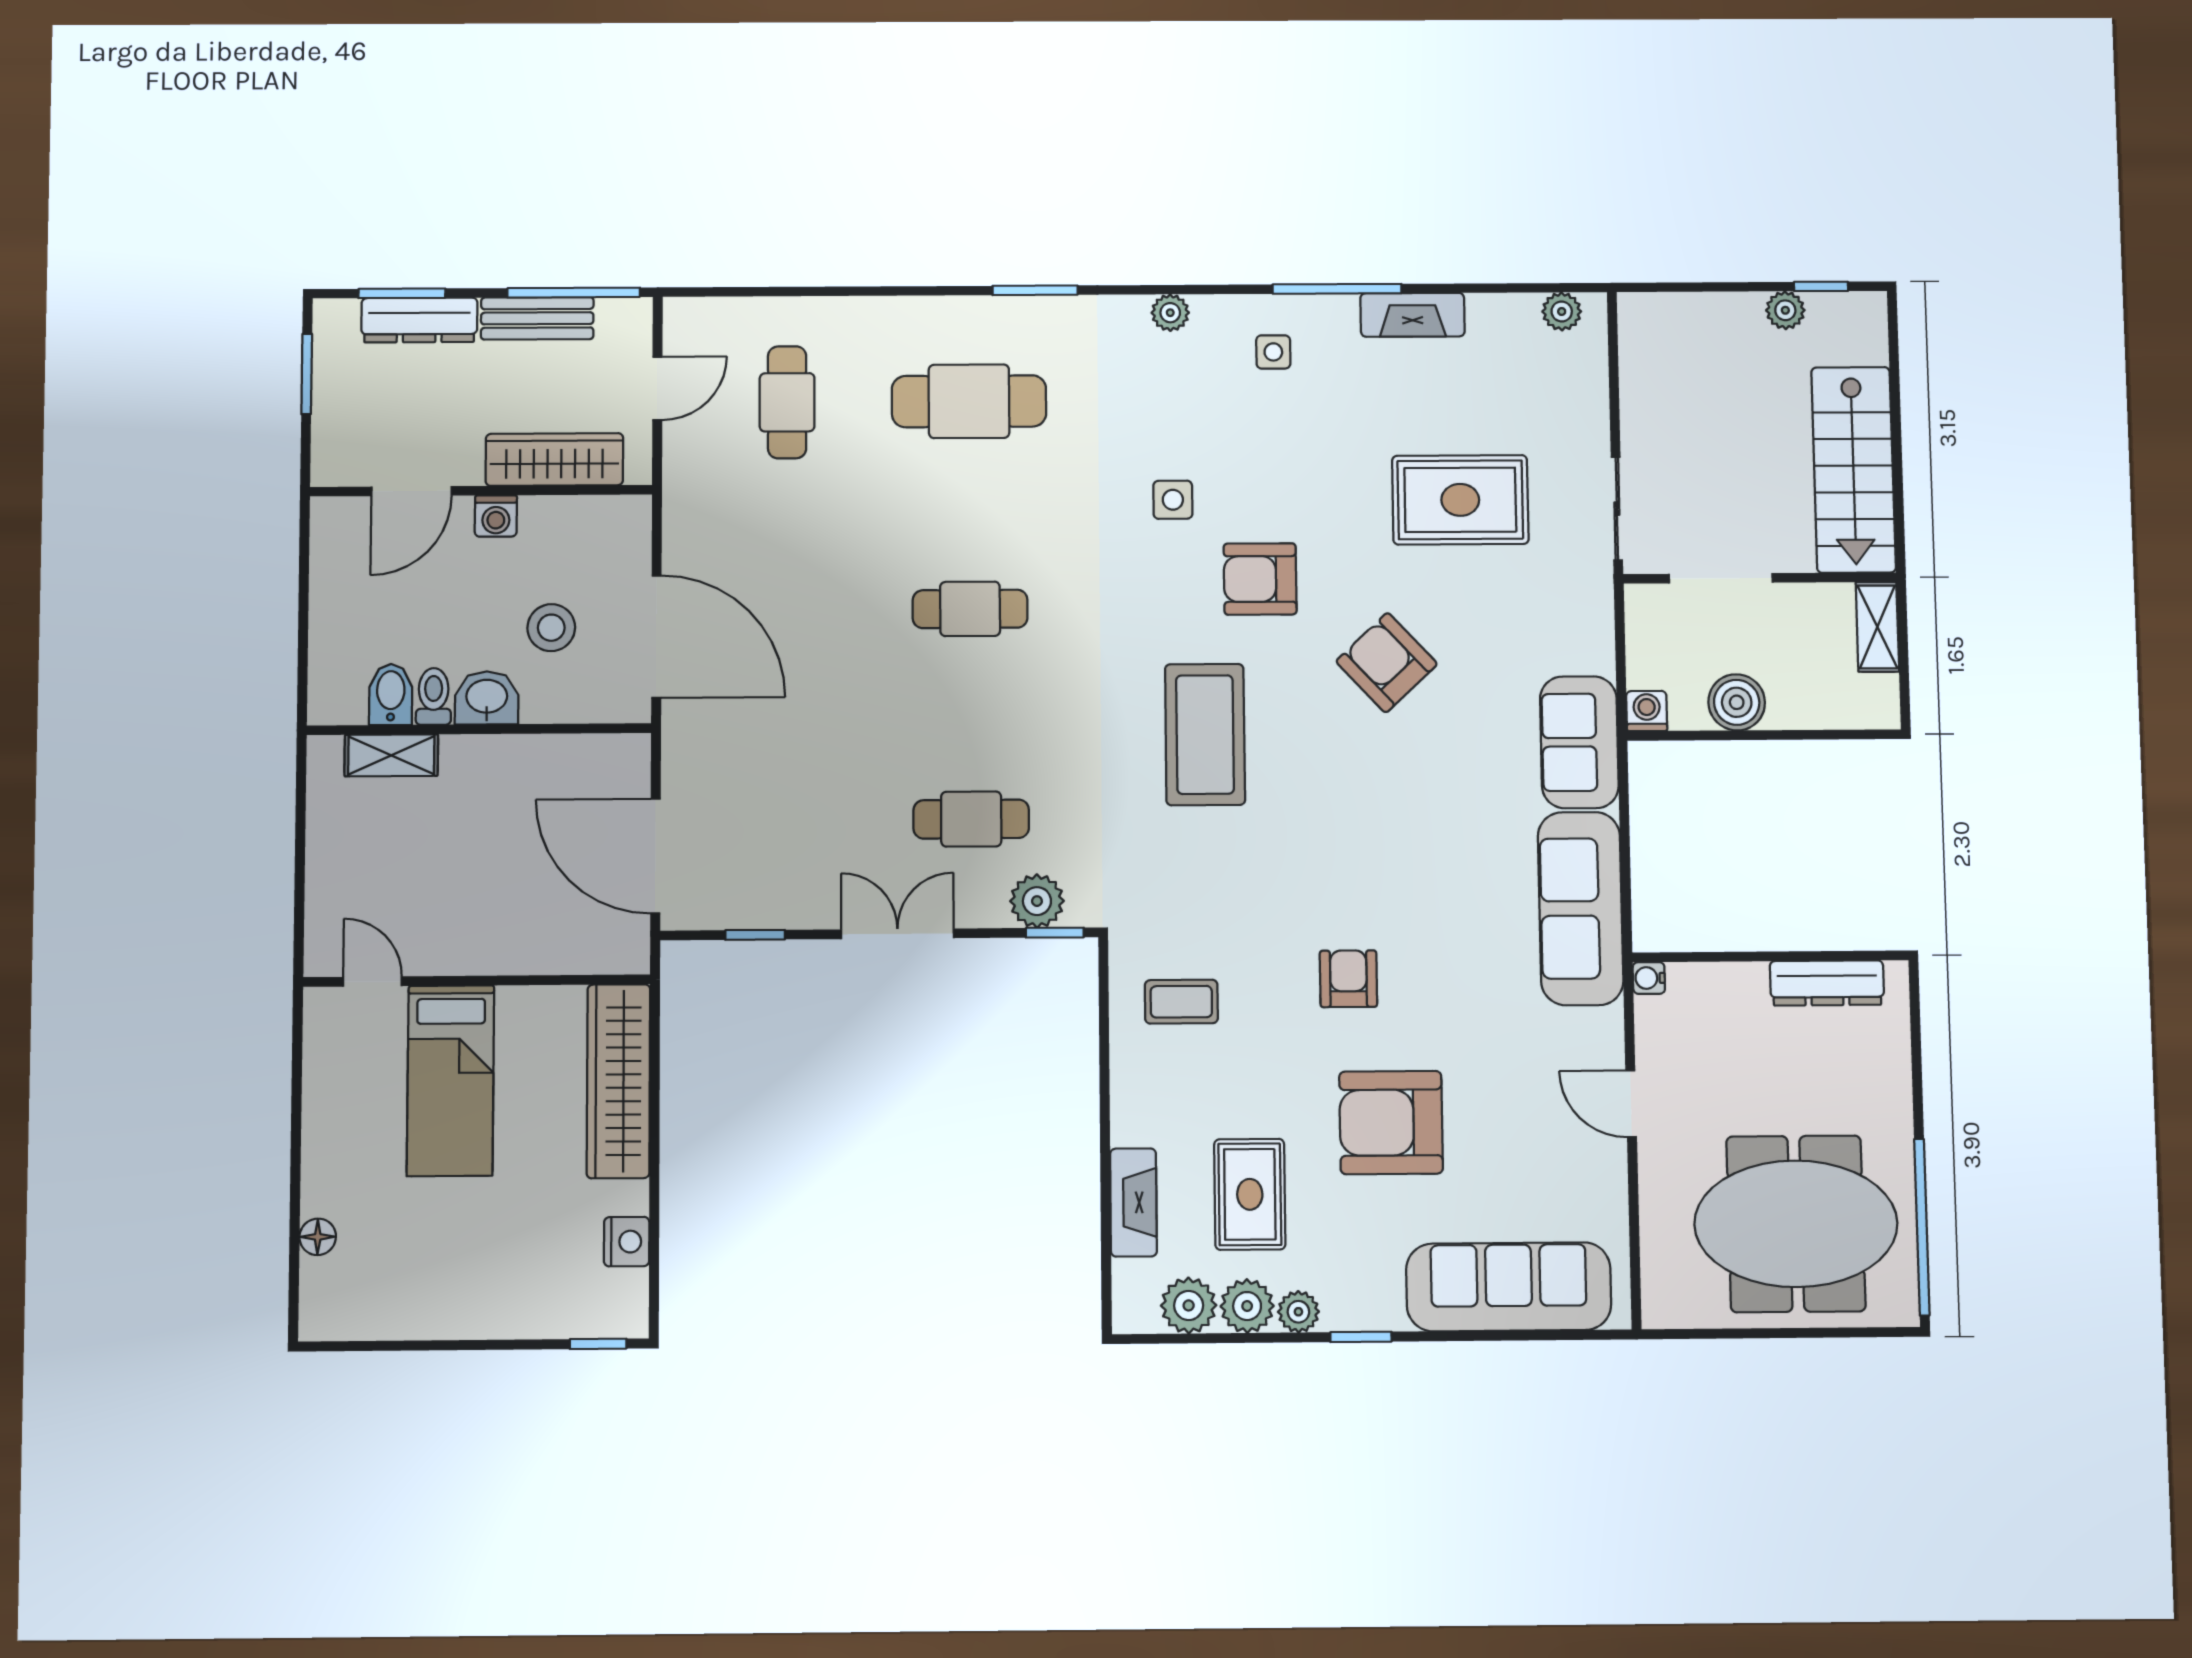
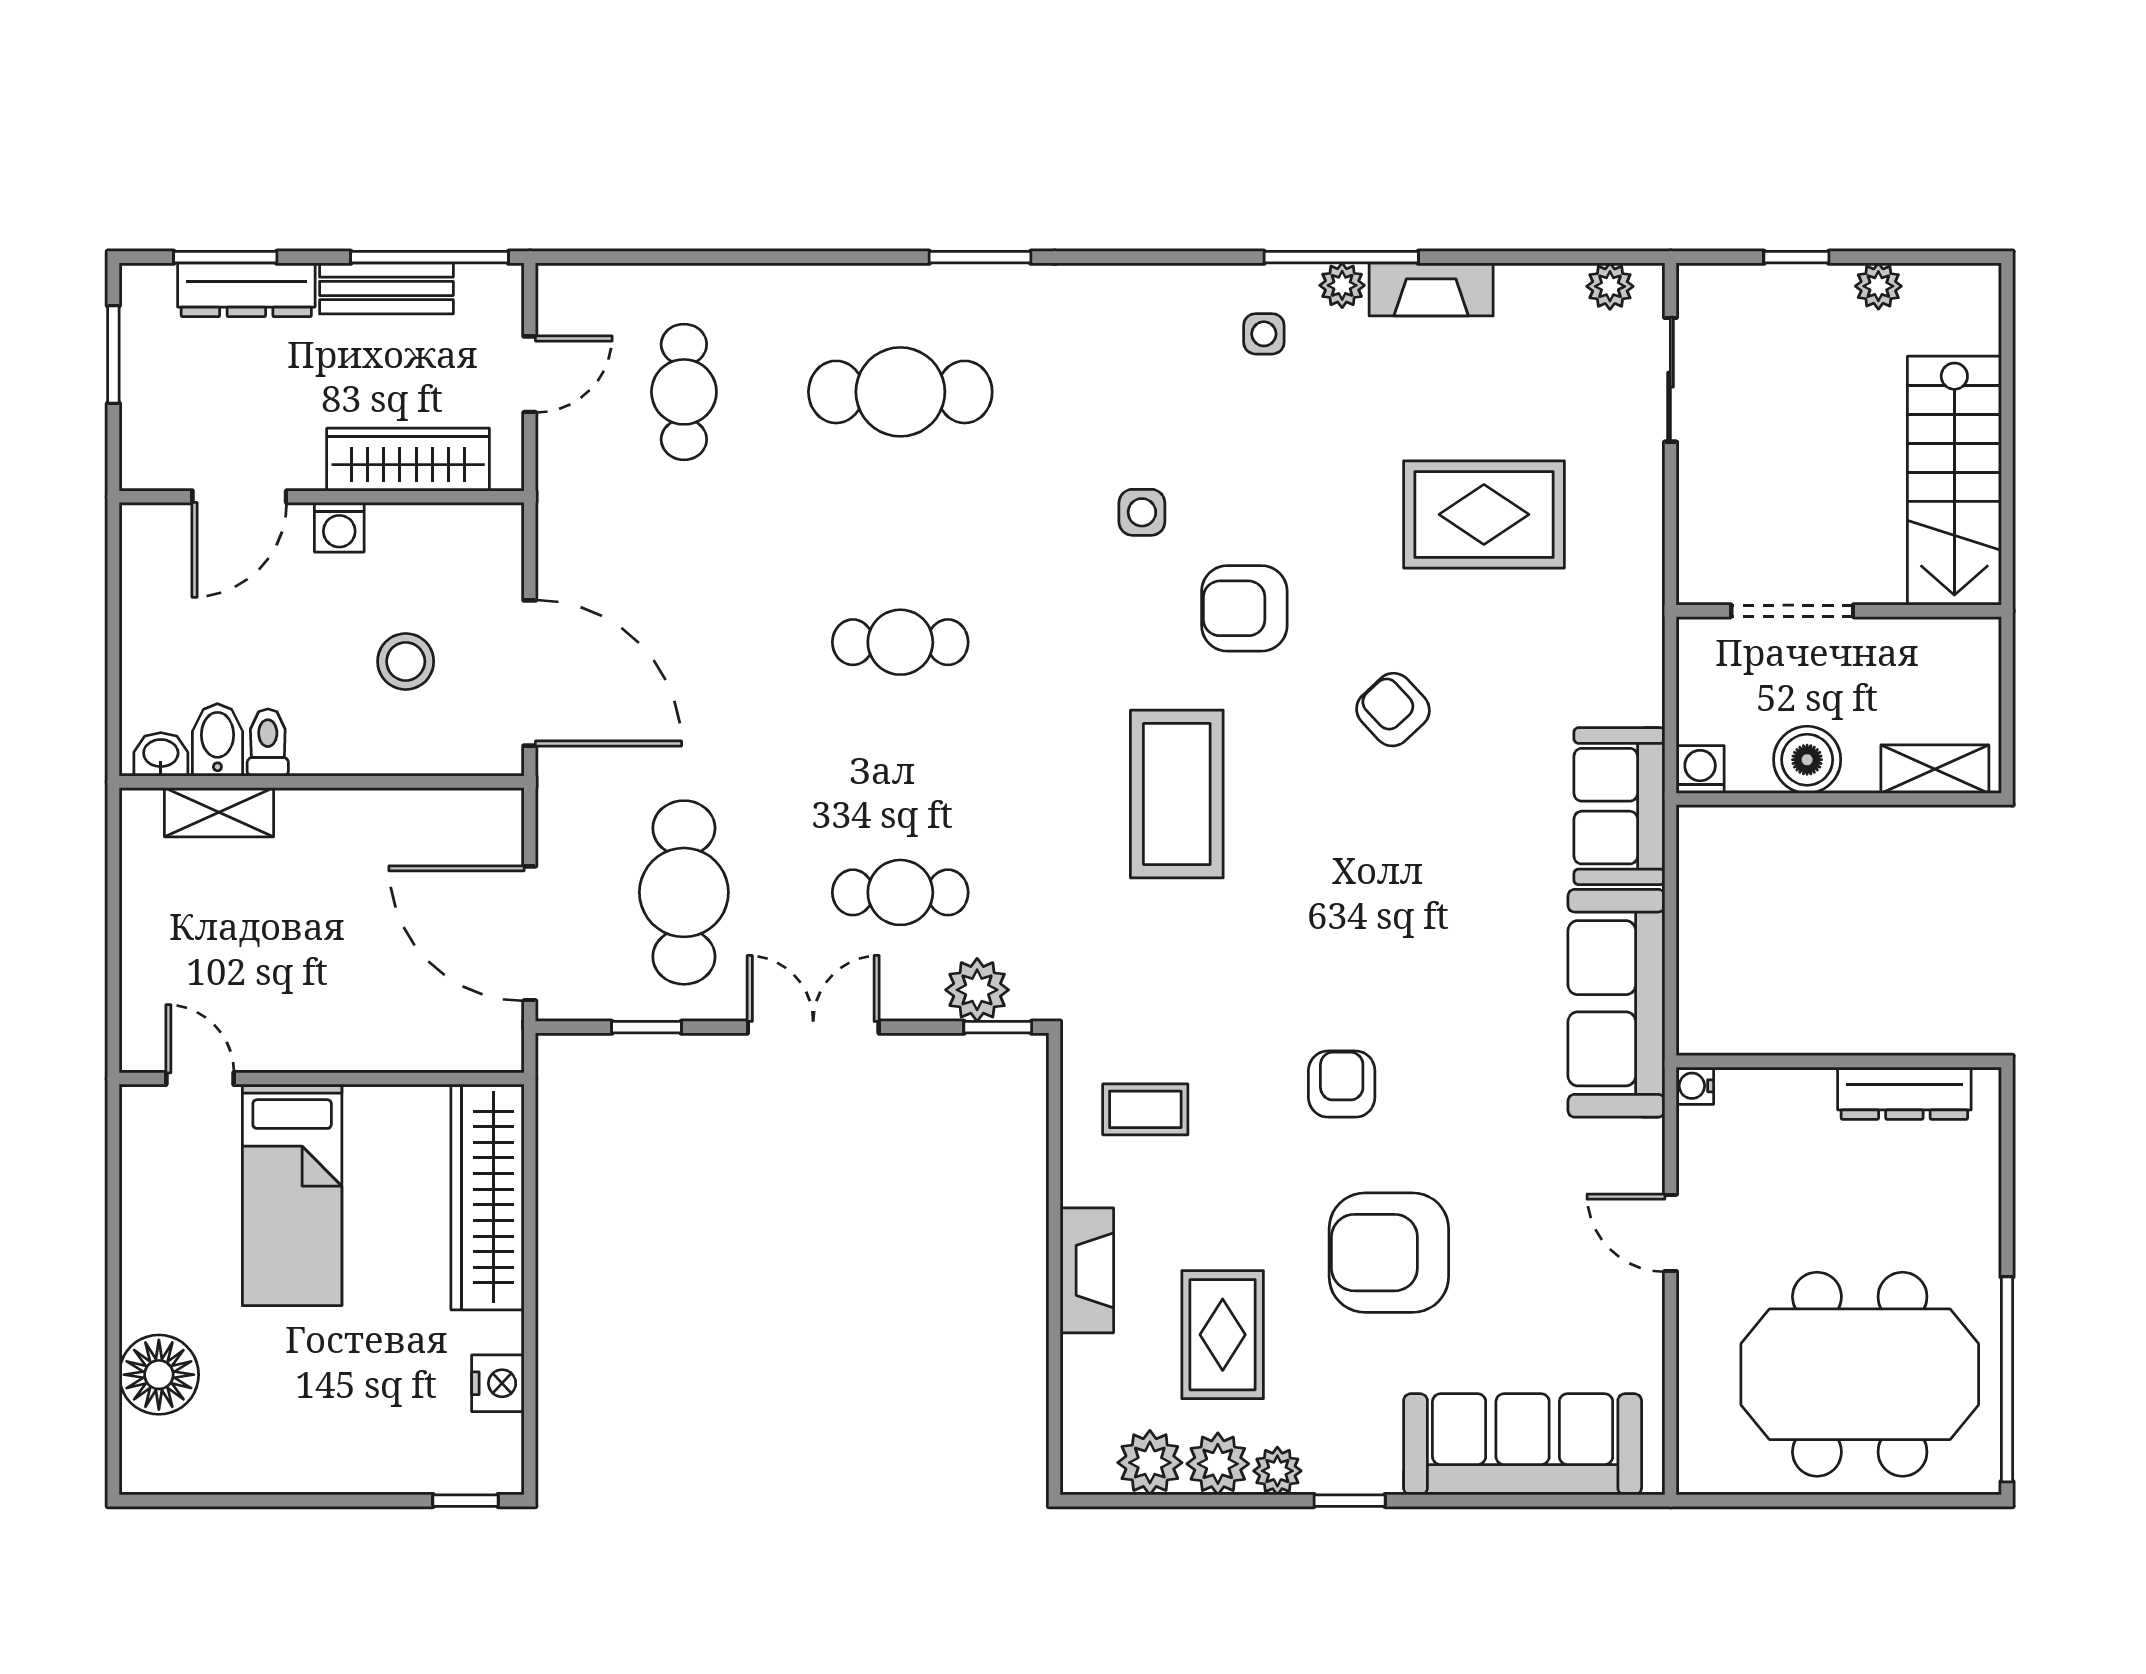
window: (1821, 286) -> (1796, 257), moved
plant: (1170, 313) -> (1342, 285), moved
sliding door: (1617, 509) -> (1670, 380), moved
shelving: (1877, 627) -> (1935, 769), moved, turned 90
armchair: (1387, 663) -> (1393, 710), width x0.72, depth x0.72
washbasin: (487, 698) -> (161, 754), moved, width x0.72, depth x0.69
cafe table: (787, 820) -> (684, 892), added
fireplace: (1133, 1202) -> (1087, 1270), moved
floor lamp: (318, 1237) -> (159, 1375), width x1.89, depth x1.89

